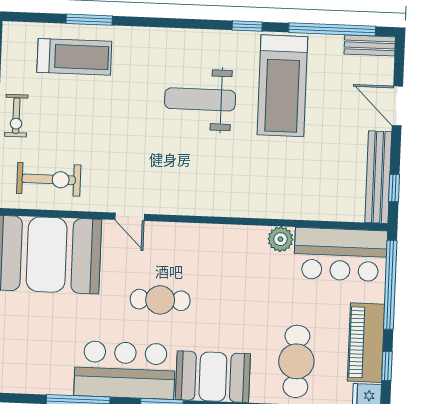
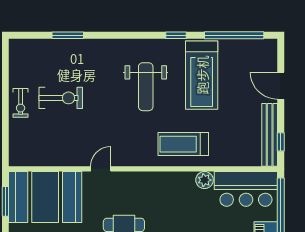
bench: (370, 45) -> (260, 45), removed
treadmill: (74, 57) -> (183, 144), moved, turned 180
weight bench: (200, 99) -> (146, 87), turned -90
exercise bike: (49, 179) -> (61, 98), moved
door: (130, 217) -> (101, 169), swing flipped

